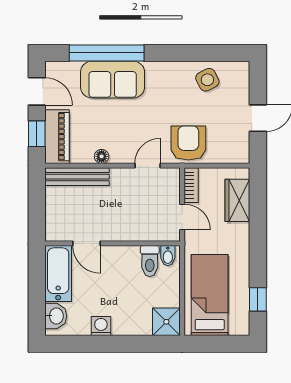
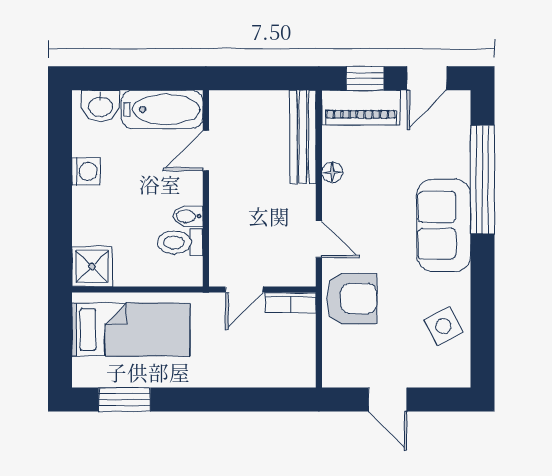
sofa: (113, 80) -> (444, 225), moved
wardrobe: (237, 200) -> (268, 370), removed
bidet: (168, 256) -> (188, 216), moved
window: (258, 299) -> (124, 400), width x1.50

